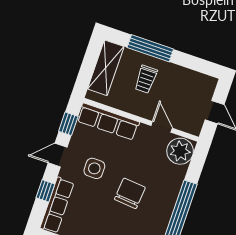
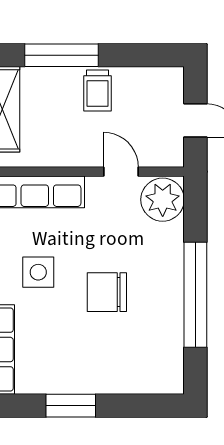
trolley: (146, 79) -> (97, 91), moved
chair: (130, 193) -> (107, 292), turned -95

